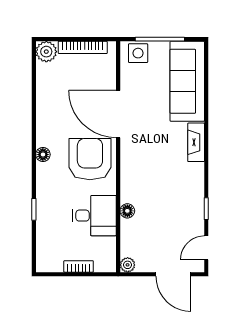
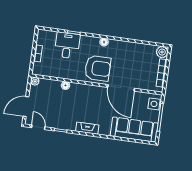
door: (118, 114) -> (121, 88), swing flipped
fireplace: (196, 142) -> (87, 128), moved
desk: (94, 216) -> (67, 45), moved, turned 180

